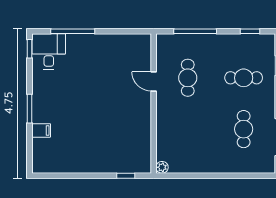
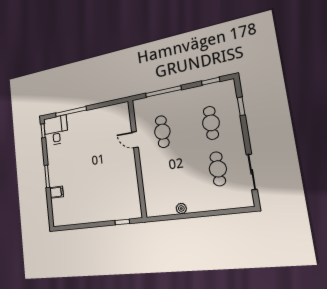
cafe table: (244, 78) -> (211, 123), turned 90
plant: (162, 167) -> (181, 208), moved

